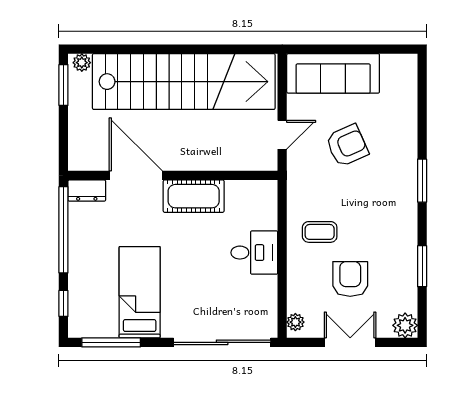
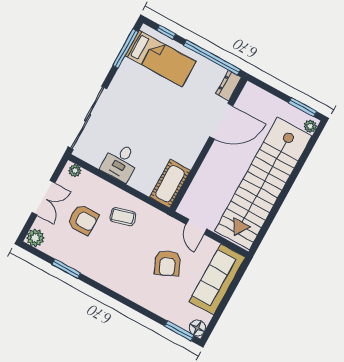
floor lamp: (406, 65) -> (197, 328), added
window: (422, 181) -> (179, 331), moved
cot: (194, 196) -> (170, 184), moved
coffee table: (320, 232) -> (123, 217), turned 75
desk: (254, 253) -> (120, 162), moved
bed: (140, 292) -> (161, 59), moved

